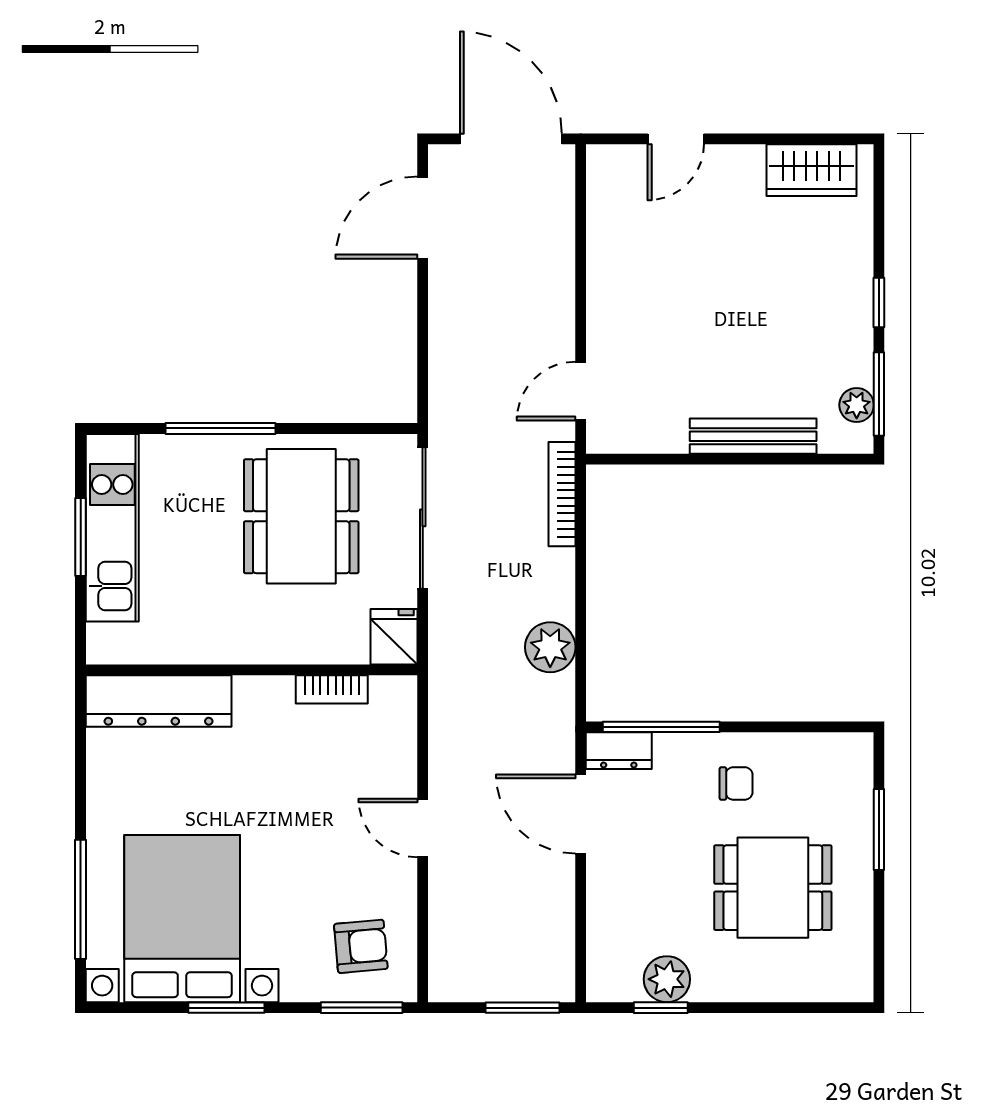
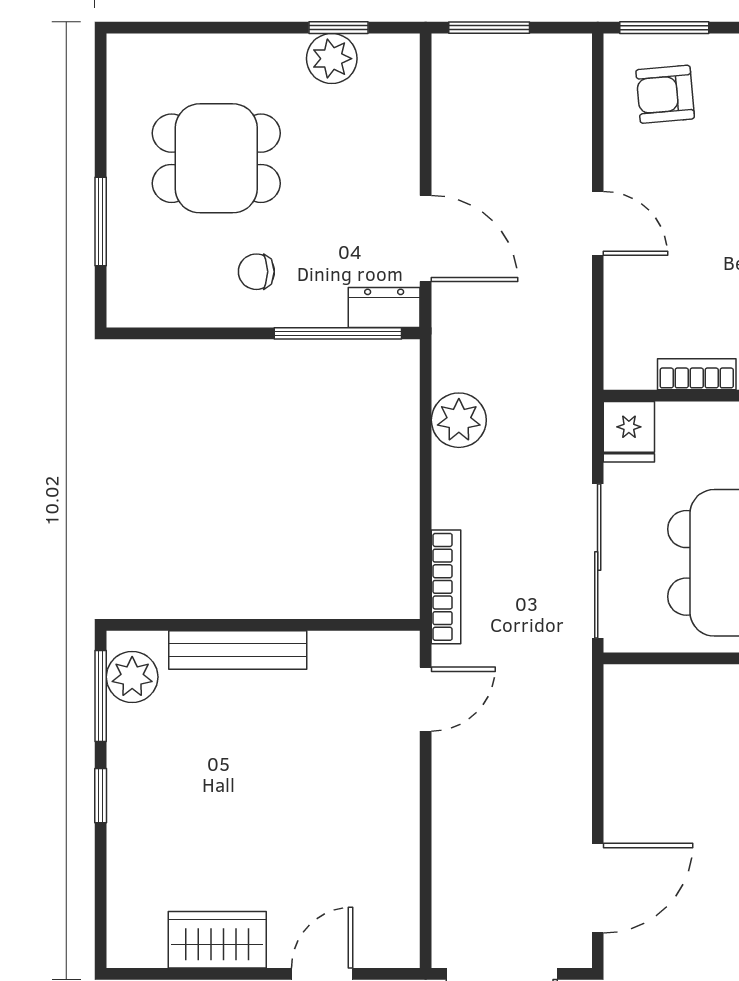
wardrobe: (812, 170) -> (217, 940), moved
plant: (857, 405) -> (132, 677), width x1.38, depth x1.38

